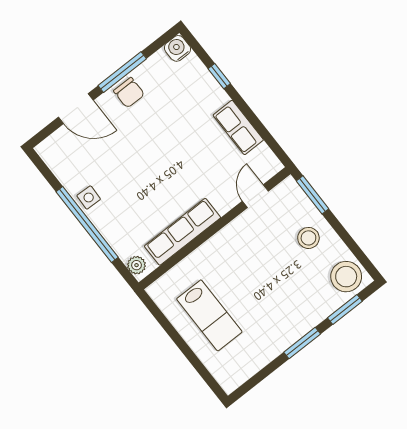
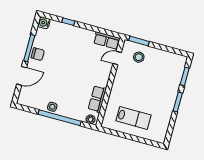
row of seats: (238, 127) -> (107, 41), moved
door: (255, 196) -> (117, 58), hinge flipped
row of seats: (182, 232) -> (97, 99), width x0.68
stool: (308, 238) -> (139, 57), moved
stool: (346, 277) -> (176, 63), removed

